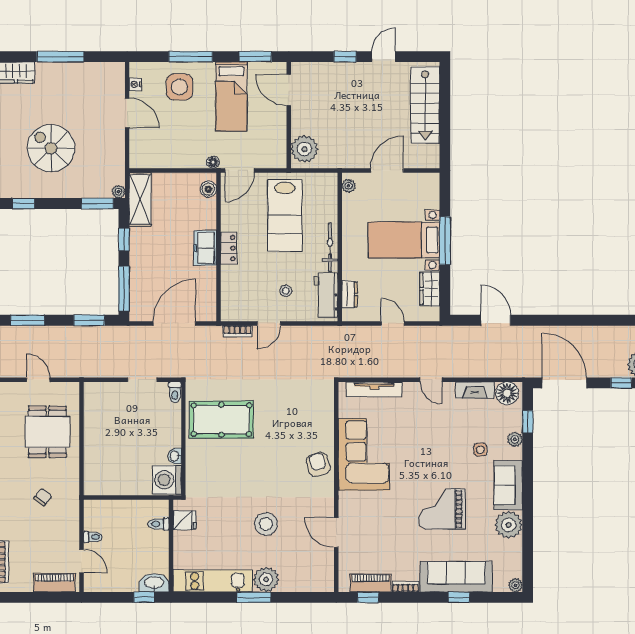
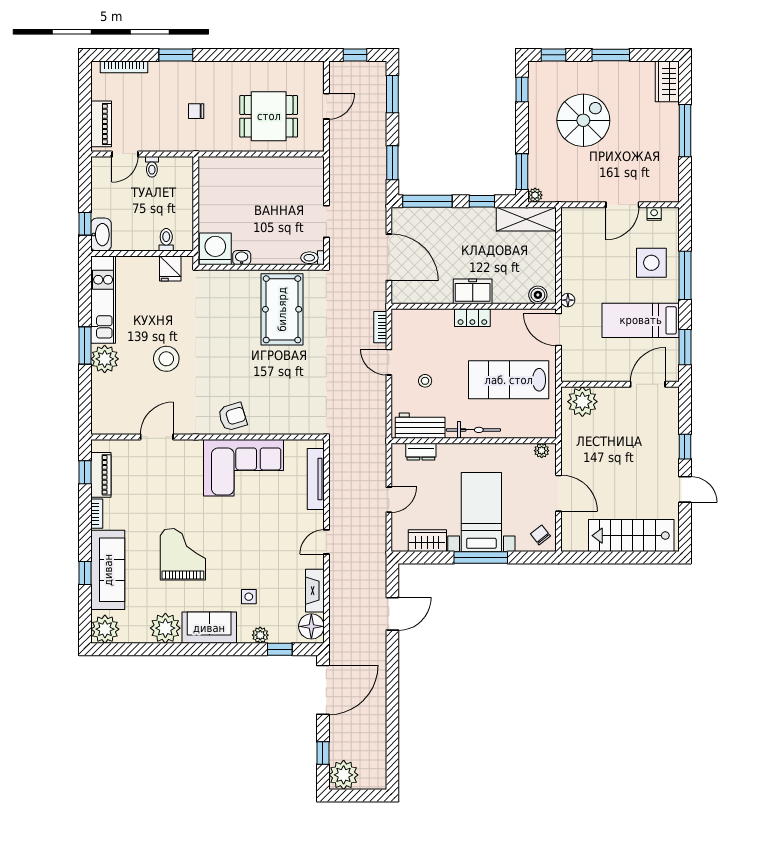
chair: (425, 187) -> (540, 535), added
chair: (43, 497) -> (196, 111), turned 142
plant: (515, 585) -> (105, 629), width x1.87, depth x1.87

